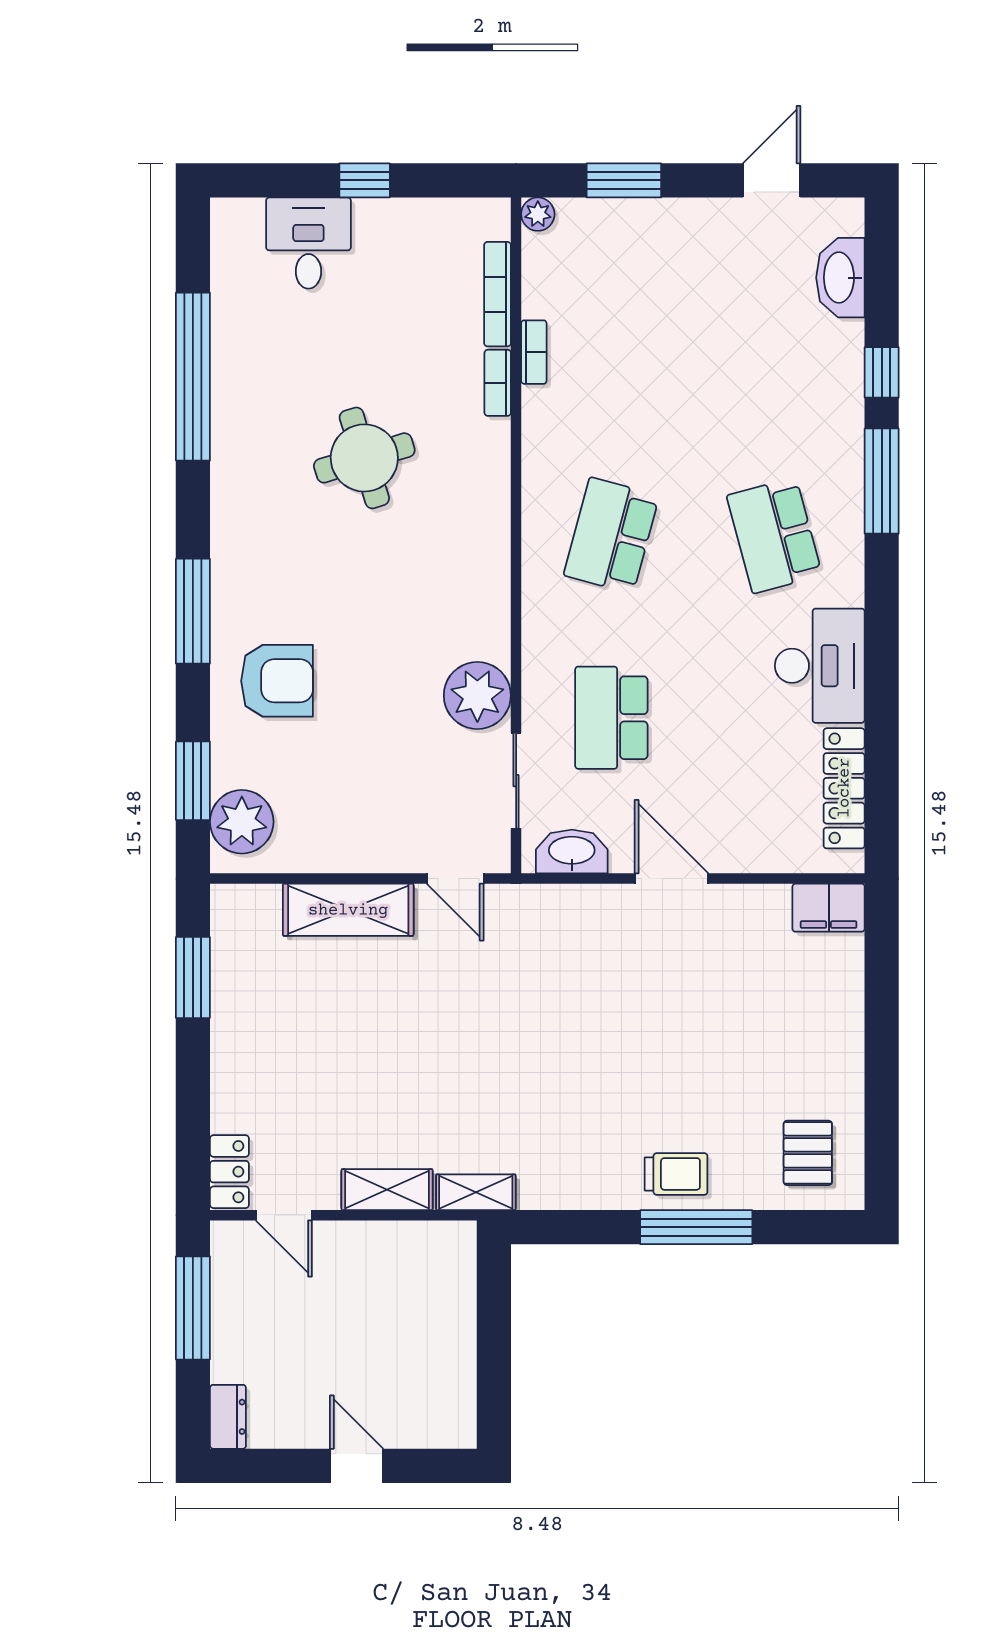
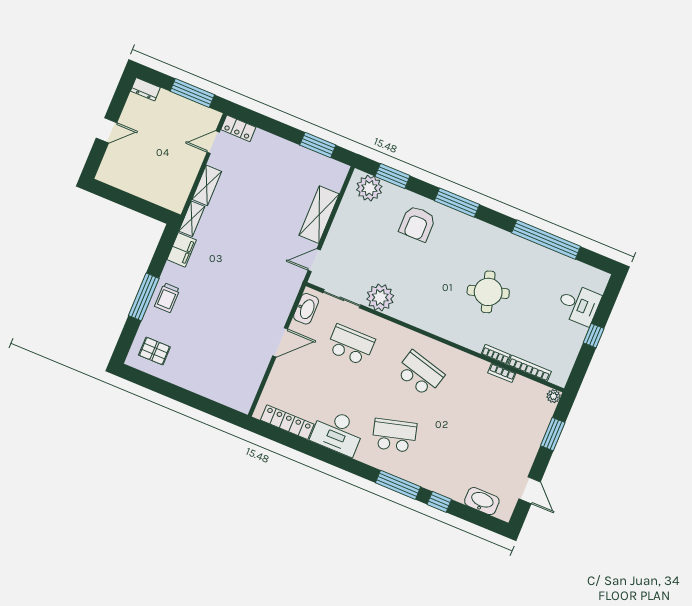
filing cabinet: (829, 908) -> (182, 250), moved, turned 180

